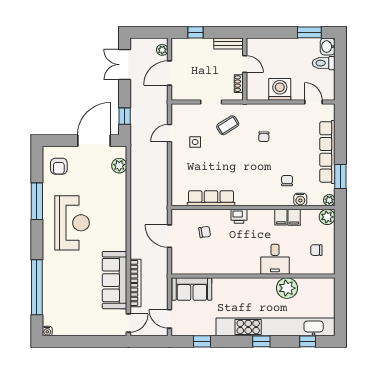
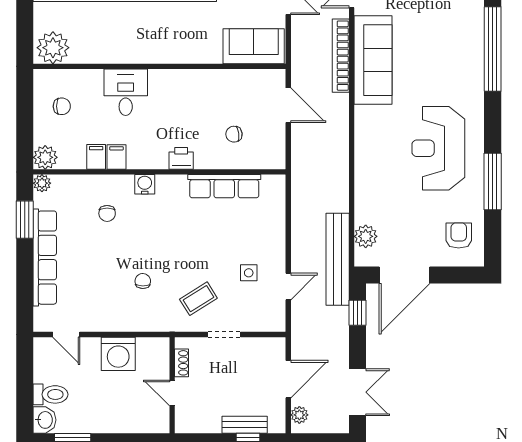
bench: (229, 43) -> (245, 425), moved
bench: (137, 151) -> (338, 259), added
water cooler: (300, 199) -> (145, 184), moved
door: (169, 236) -> (288, 105), moved
plant: (287, 288) -> (53, 48), moved

